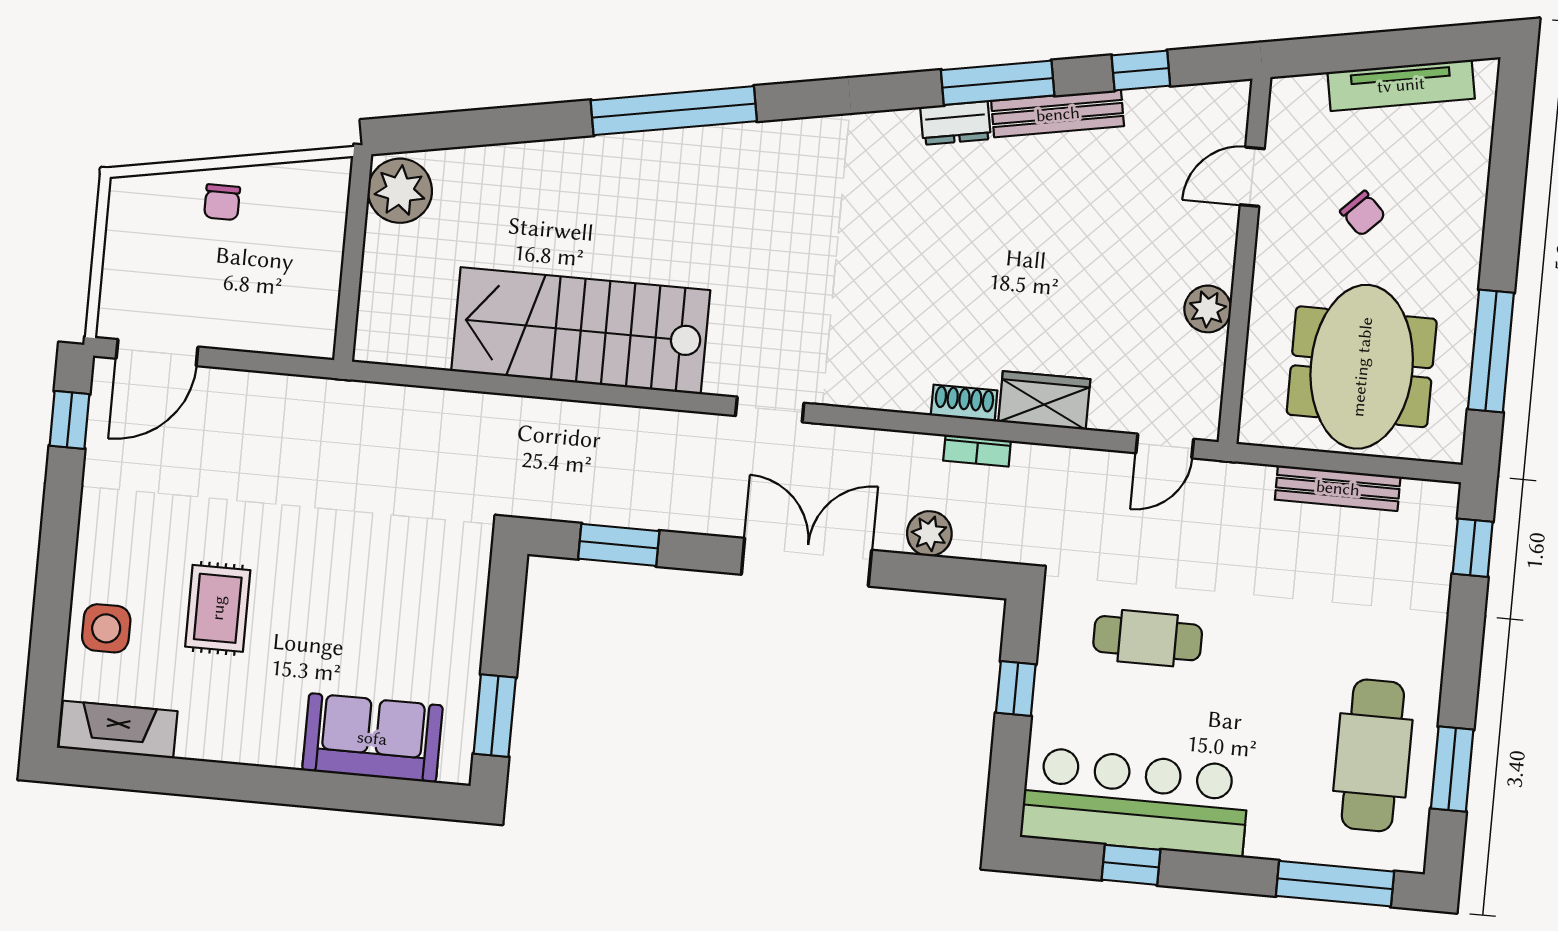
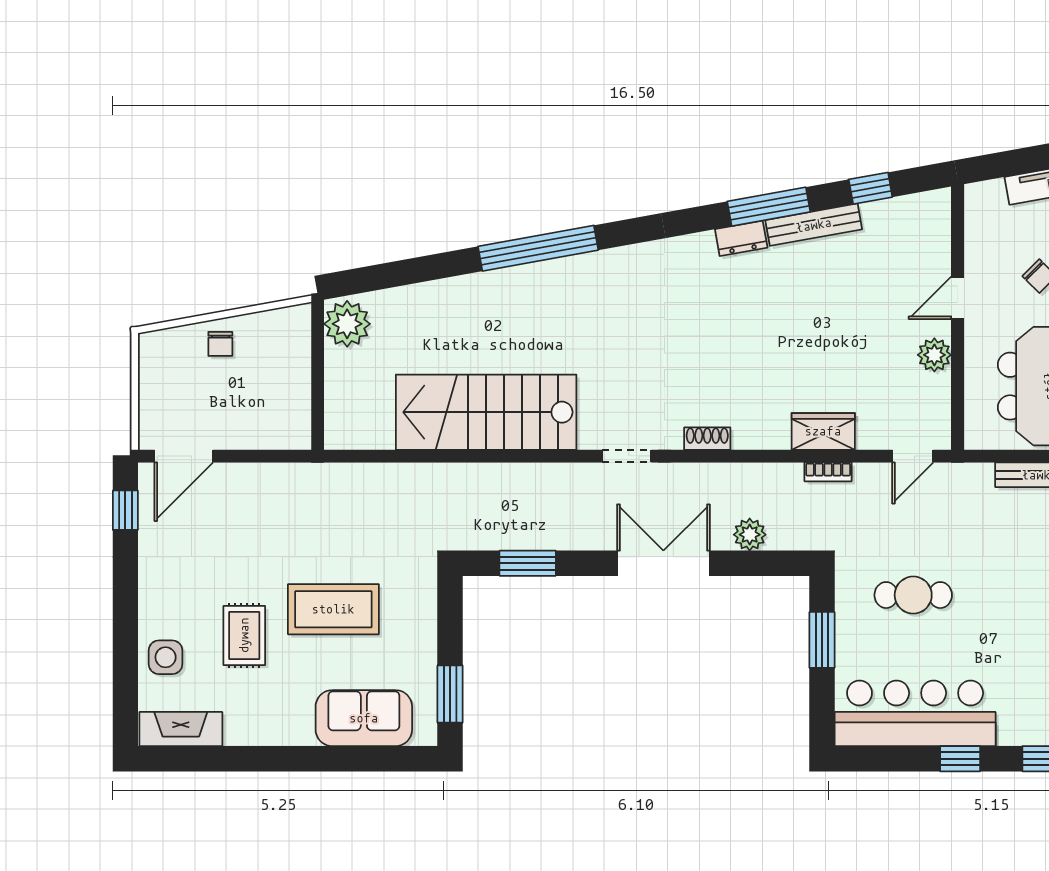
door: (1252, 177) -> (958, 298), moved
shoe rack: (964, 403) -> (707, 439), moved
bookcase: (977, 451) -> (828, 472), moved
coffee table: (344, 583) -> (333, 609), added
window: (1016, 689) -> (822, 640), width x1.50
window: (1131, 865) -> (960, 759), moved

